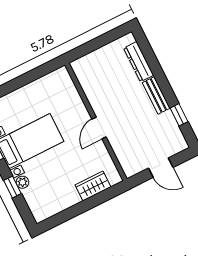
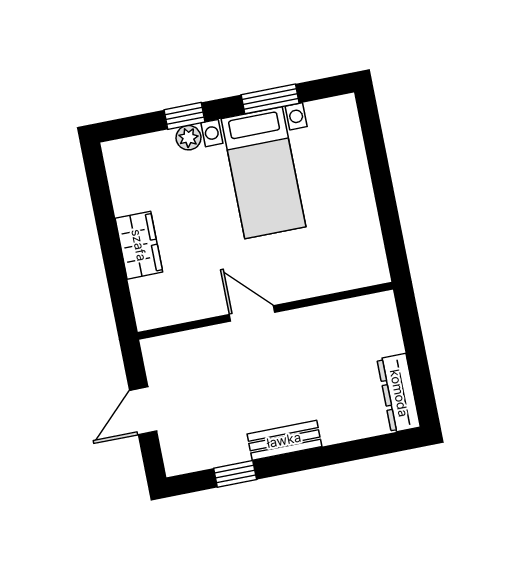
dresser: (139, 62) -> (399, 393), moved, turned -90
wardrobe: (93, 186) -> (139, 245), moved

